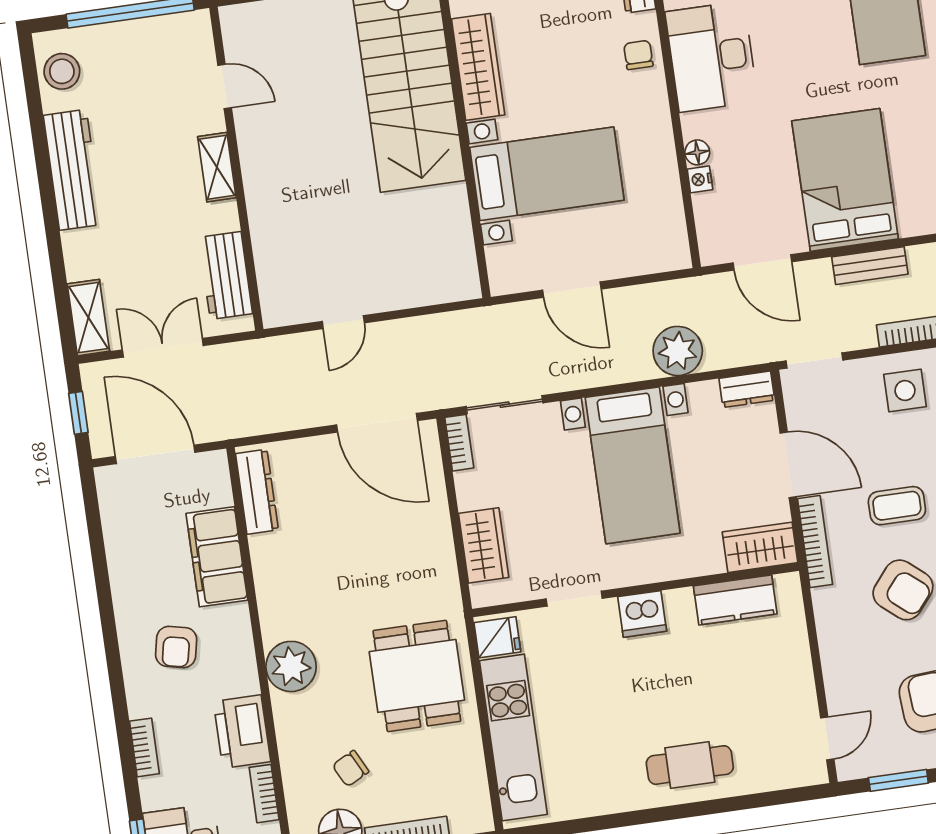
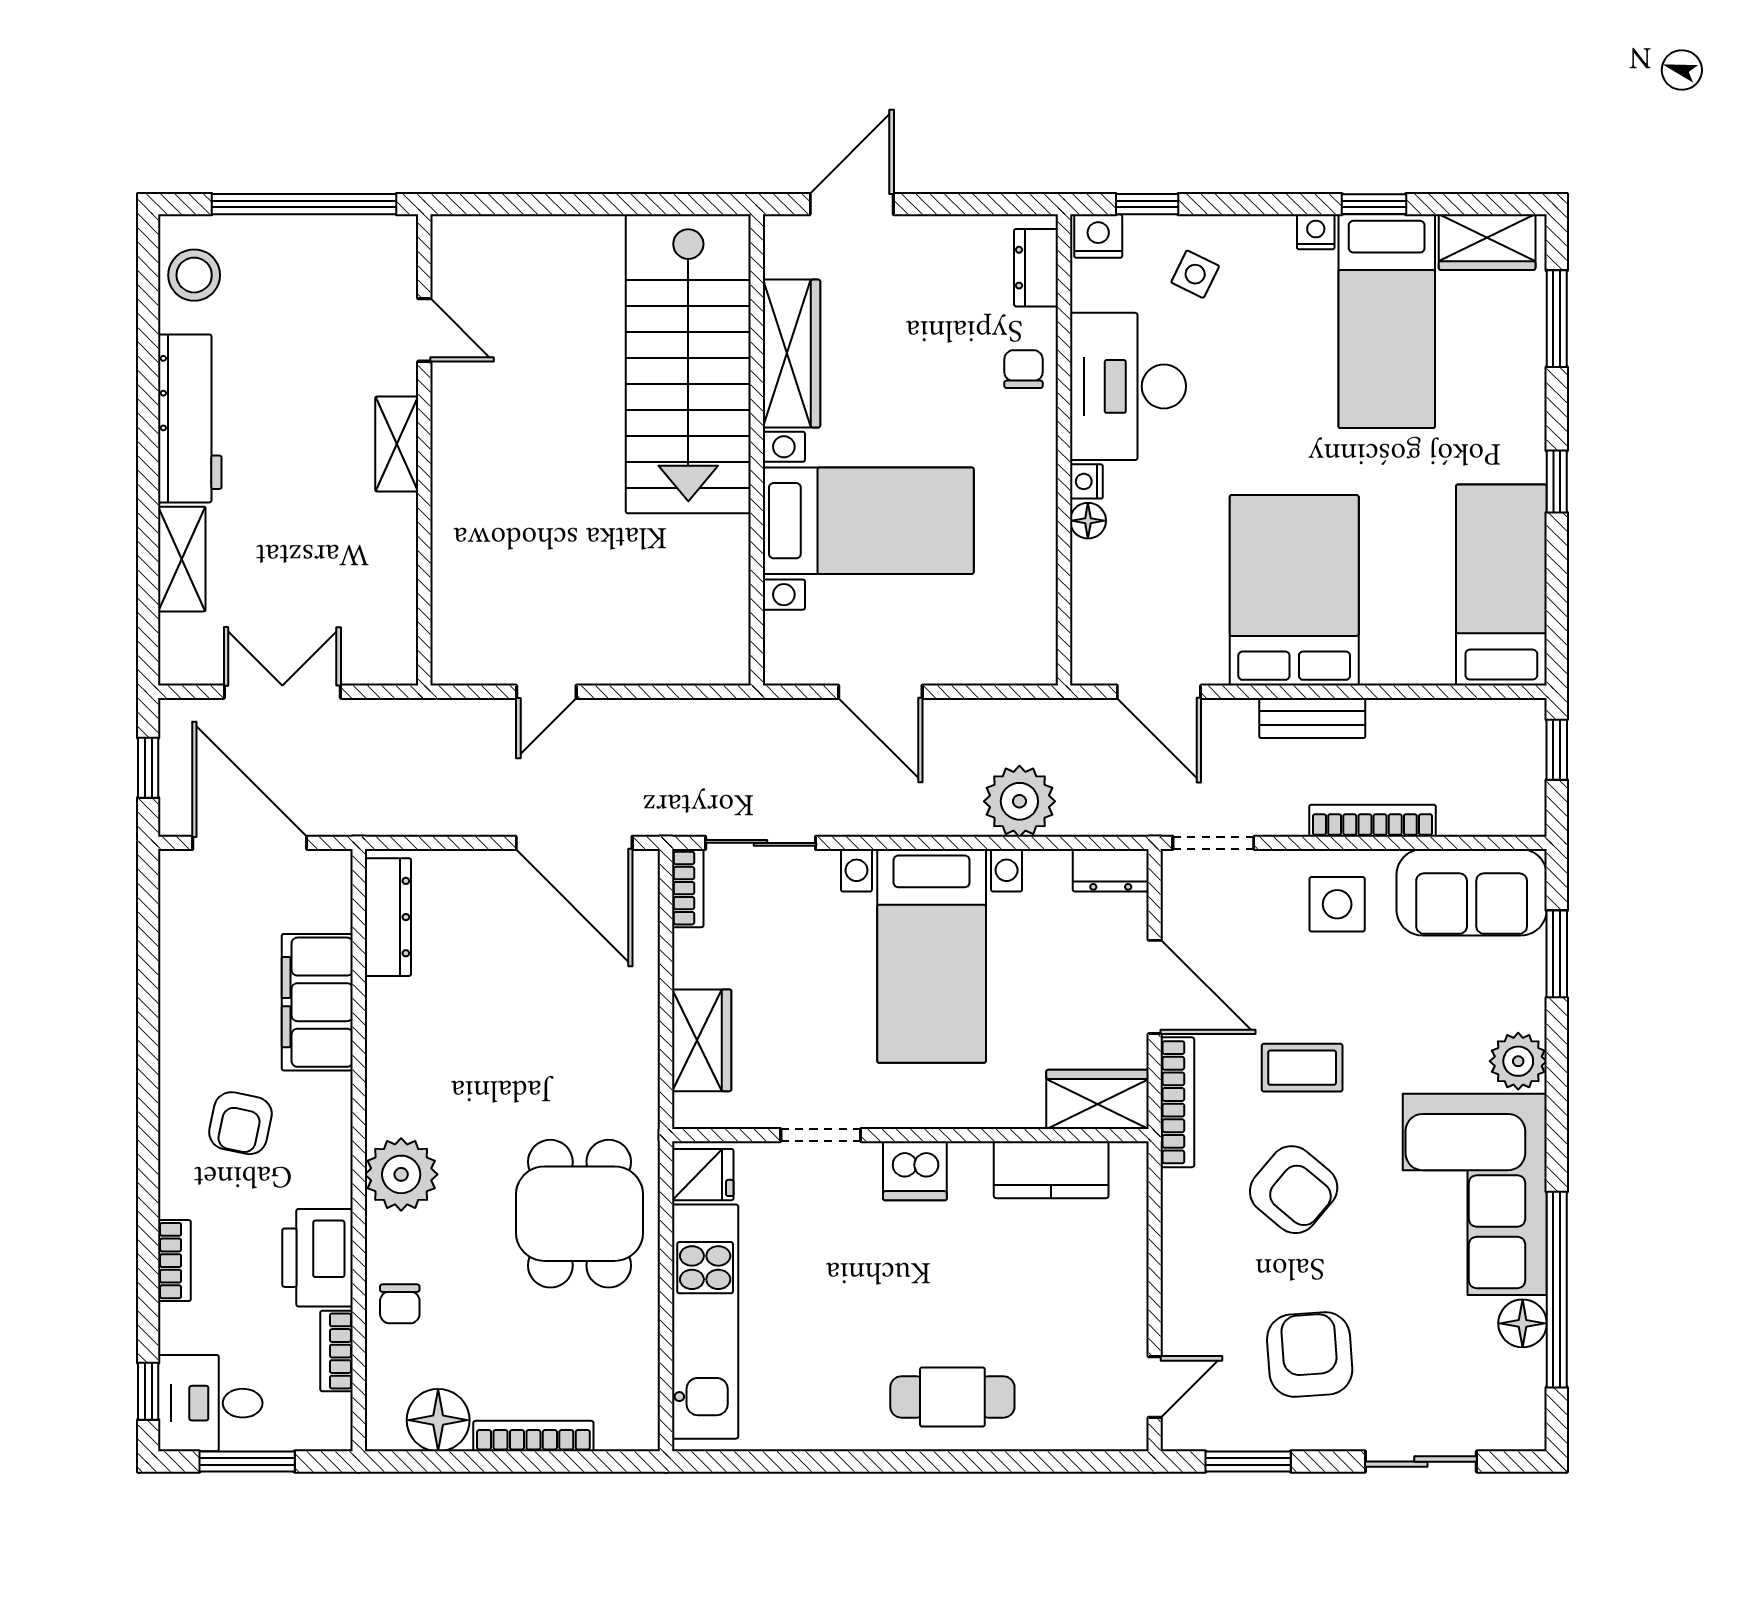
nightstand: (700, 179) -> (1086, 481), moved
workbench: (226, 276) -> (387, 601), removed
shelving: (88, 318) -> (182, 559), moved
chair: (351, 768) -> (400, 1304), moved, turned -63

